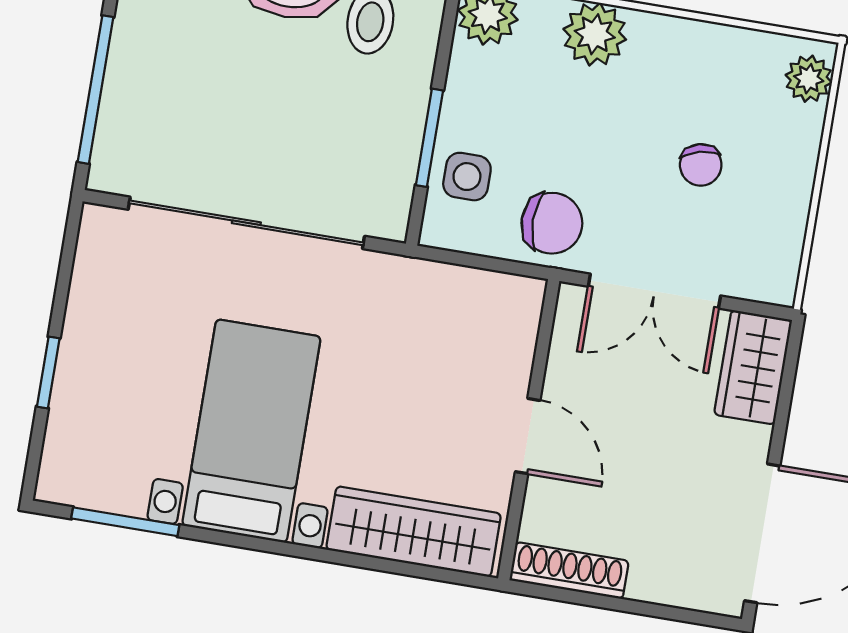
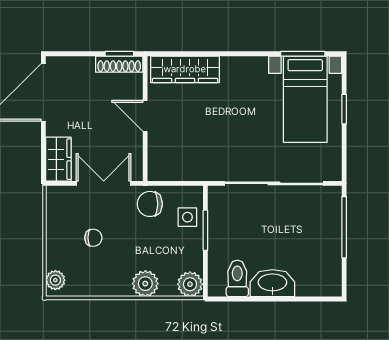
chair: (701, 165) -> (93, 238), turned 104
bed with nightstands: (251, 431) -> (305, 99), moved
window: (565, 595) -> (119, 54), added

